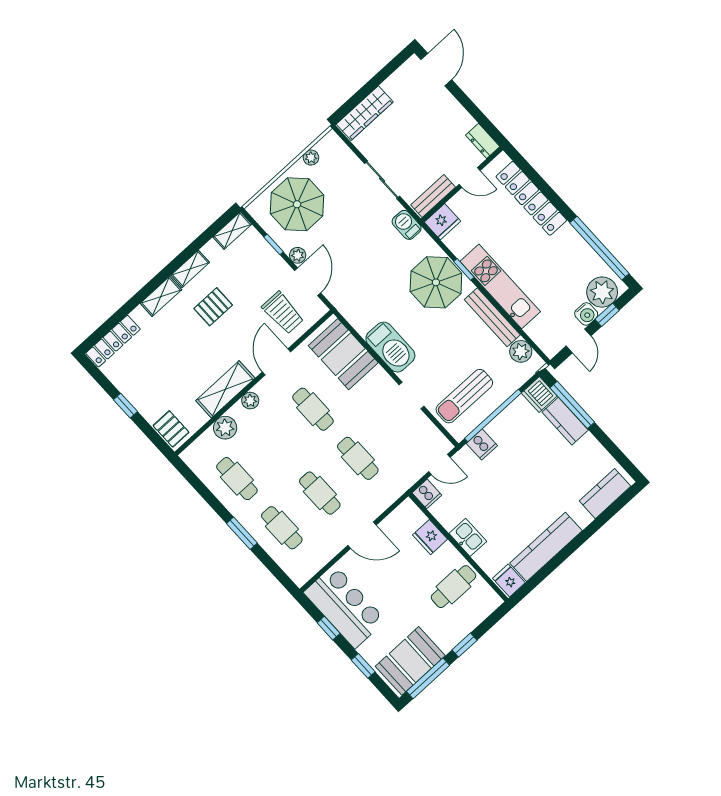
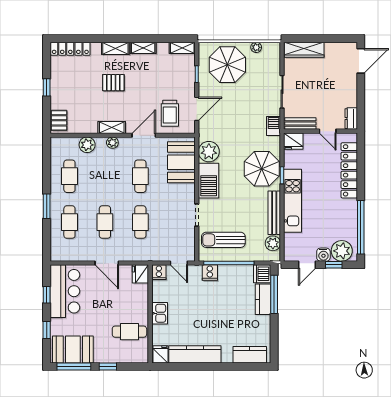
plant: (298, 255) -> (209, 152), moved, width x1.88, depth x1.88
pallet: (213, 307) -> (113, 83), moved
shelving: (225, 389) -> (112, 127), width x0.67, depth x0.75
fridge: (430, 537) -> (140, 274), moved

